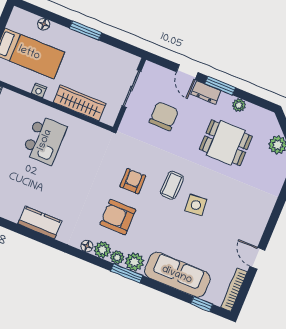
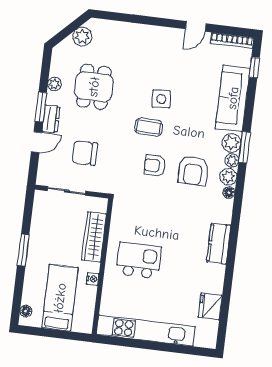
floor lamp: (44, 24) -> (26, 311), moved

